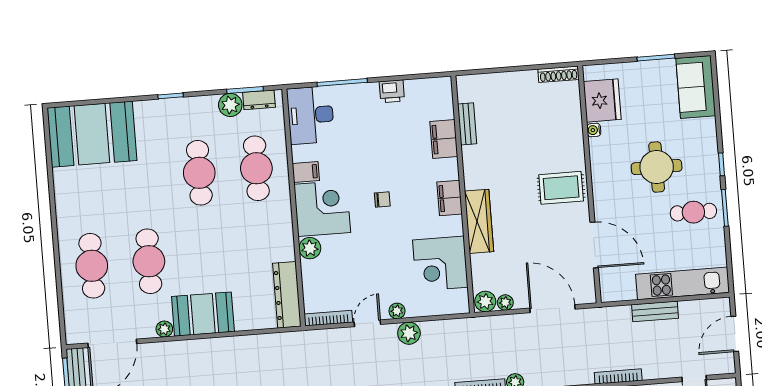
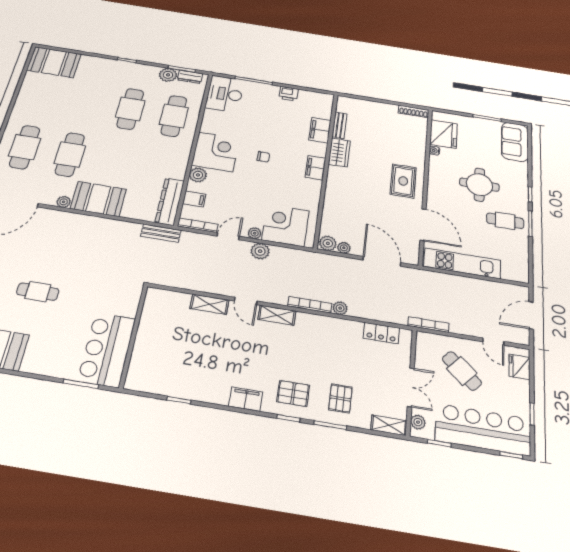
booth: (92, 134) -> (54, 62), width x0.73, depth x0.70
filing cabinet: (306, 172) -> (194, 199), moved
rug: (561, 188) -> (403, 181), turned 90
wardrobe: (479, 221) -> (339, 152), moved, width x0.67
corner desk: (440, 264) -> (286, 225), moved, turned 90
kitchen unit: (683, 283) -> (462, 263), moved
bench: (655, 311) -> (161, 233), moved

